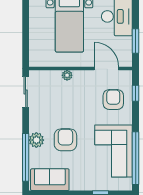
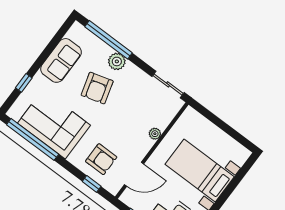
armchair: (65, 140) -> (97, 88), turned 74
sofa: (50, 180) -> (61, 60), moved

